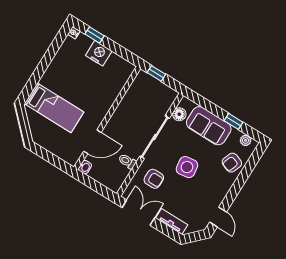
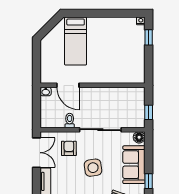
nightstand: (99, 53) -> (137, 49), removed
window: (156, 73) -> (149, 112), moved
floor lamp: (179, 114) -> (139, 137), moved
armchair: (154, 179) -> (69, 148), turned 180

